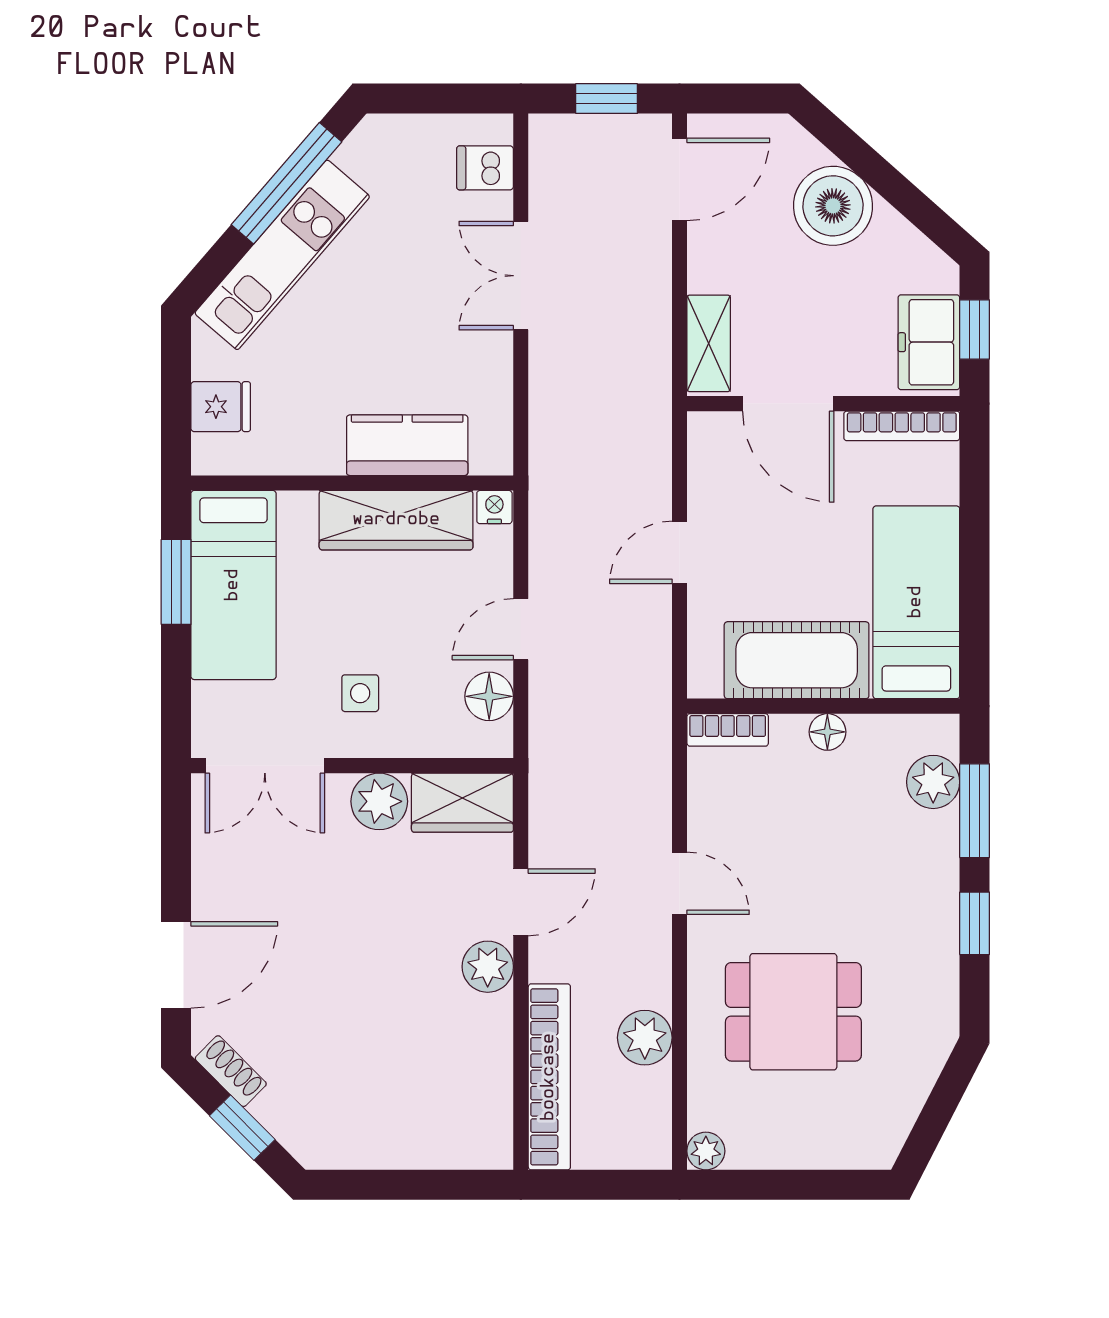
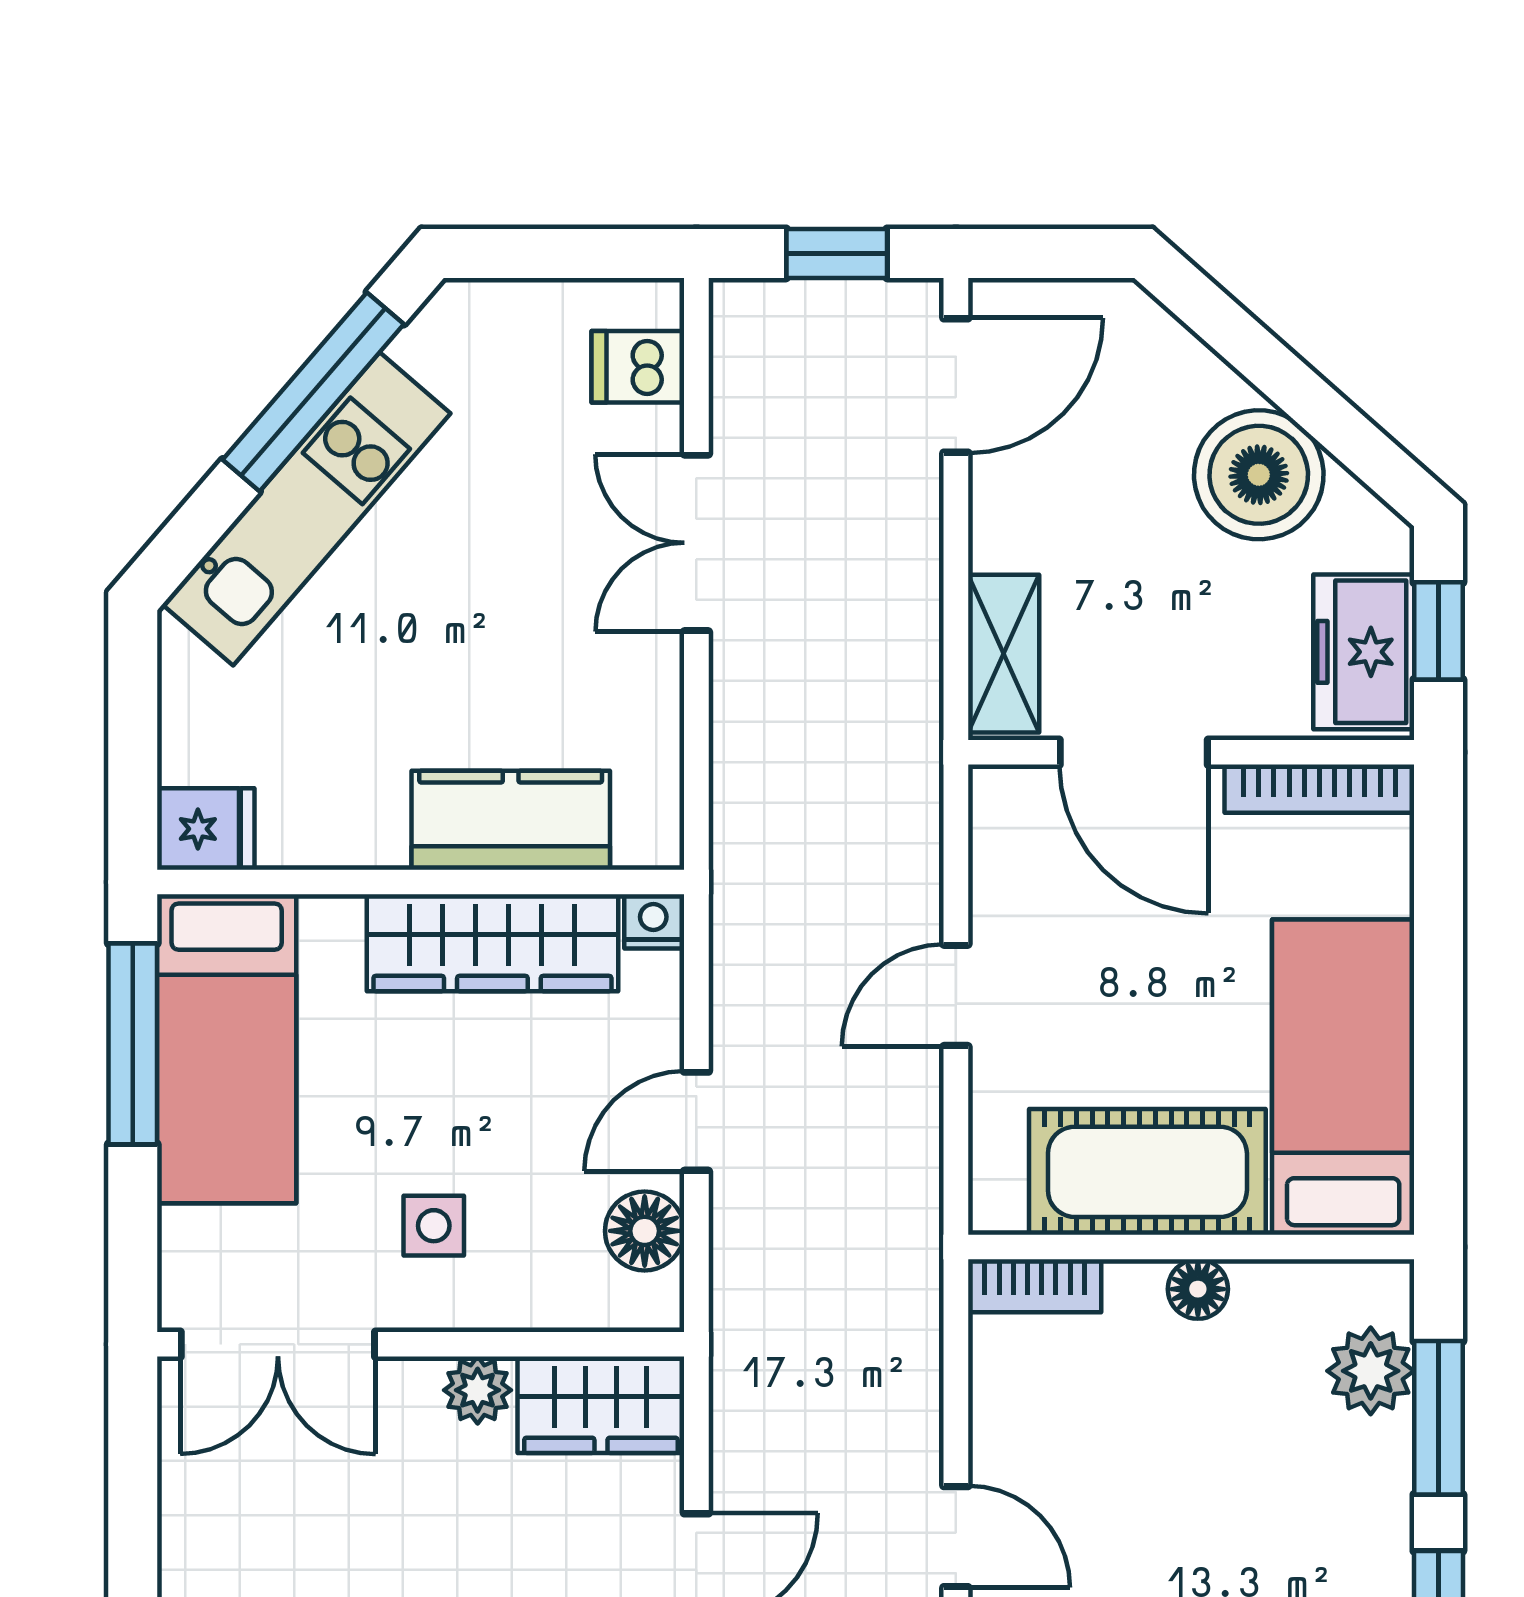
boiler: (833, 206) -> (1259, 475), moved
fridge: (221, 407) -> (206, 829), moved
window: (176, 582) -> (133, 1044), width x1.44
plant: (379, 801) -> (478, 1390), width x0.73, depth x0.73

